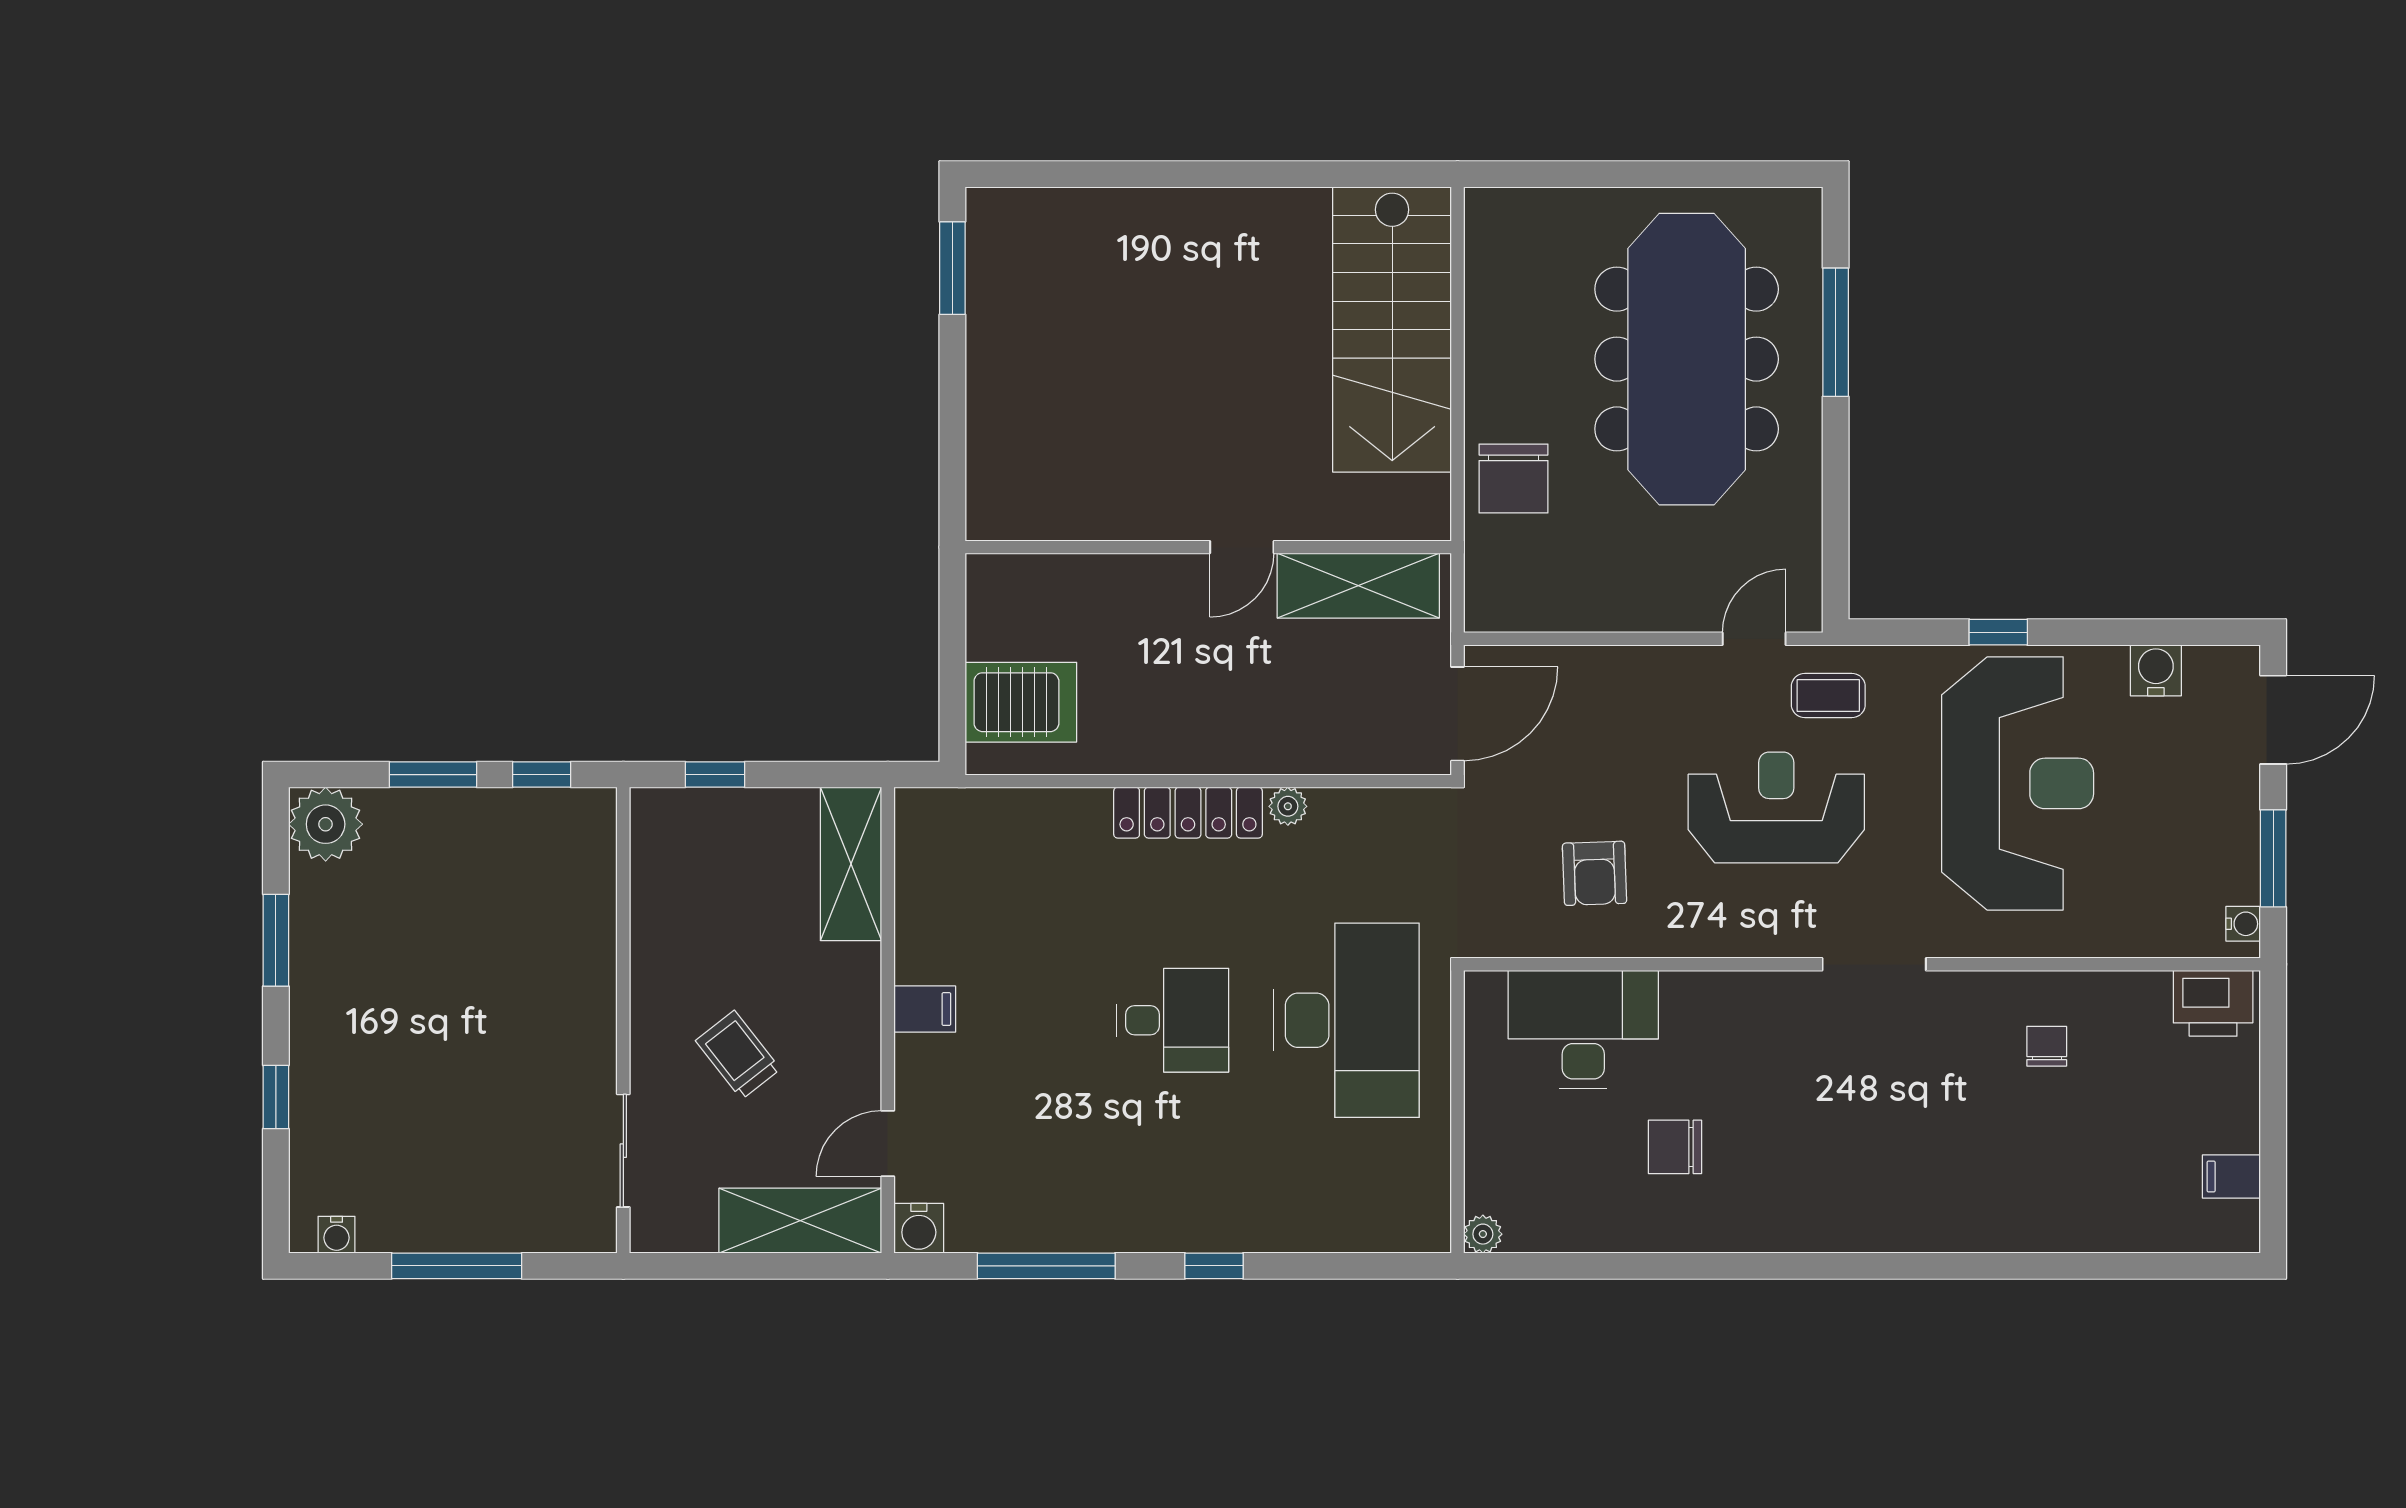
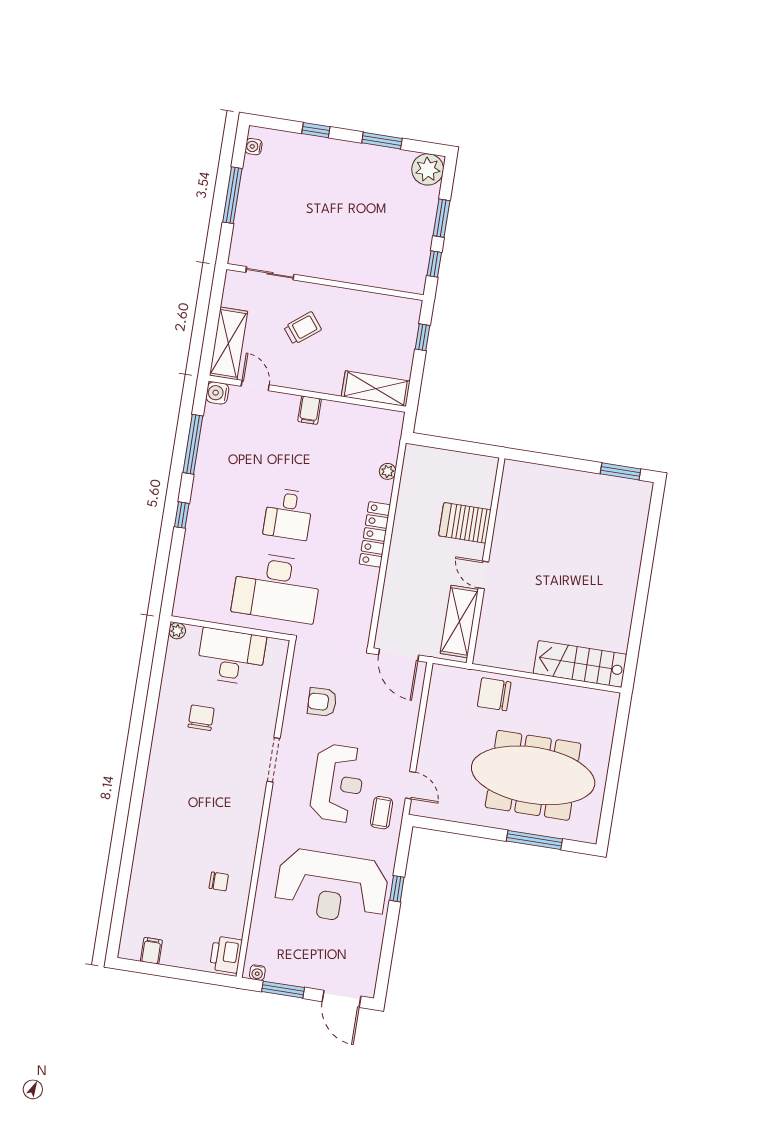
stairs: (1392, 330) -> (580, 664), width x0.73, depth x0.66
water cooler: (2156, 670) -> (370, 953), removed
server rack: (1021, 702) -> (465, 523), moved, turned 90
plant: (1288, 806) -> (388, 471), moved
doorway: (1874, 964) -> (274, 760), moved
desk: (1583, 1029) -> (231, 657), moved, turned -90

